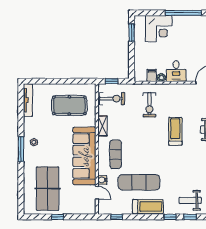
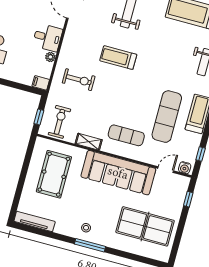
filing cabinet: (152, 75) -> (41, 83), moved
water cooler: (102, 180) -> (185, 168), moved
window: (58, 217) -> (188, 199), moved

